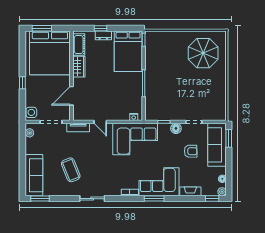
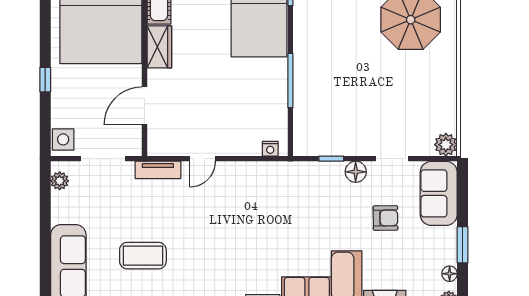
plant: (220, 115) -> (446, 145), added
door: (100, 122) -> (203, 159), hinge flipped
window: (229, 138) -> (463, 245), moved
corner sofa: (135, 139) -> (273, 193), removed
sofa: (217, 145) -> (439, 193), width x0.73
coffee table: (71, 170) -> (143, 256), turned -68

